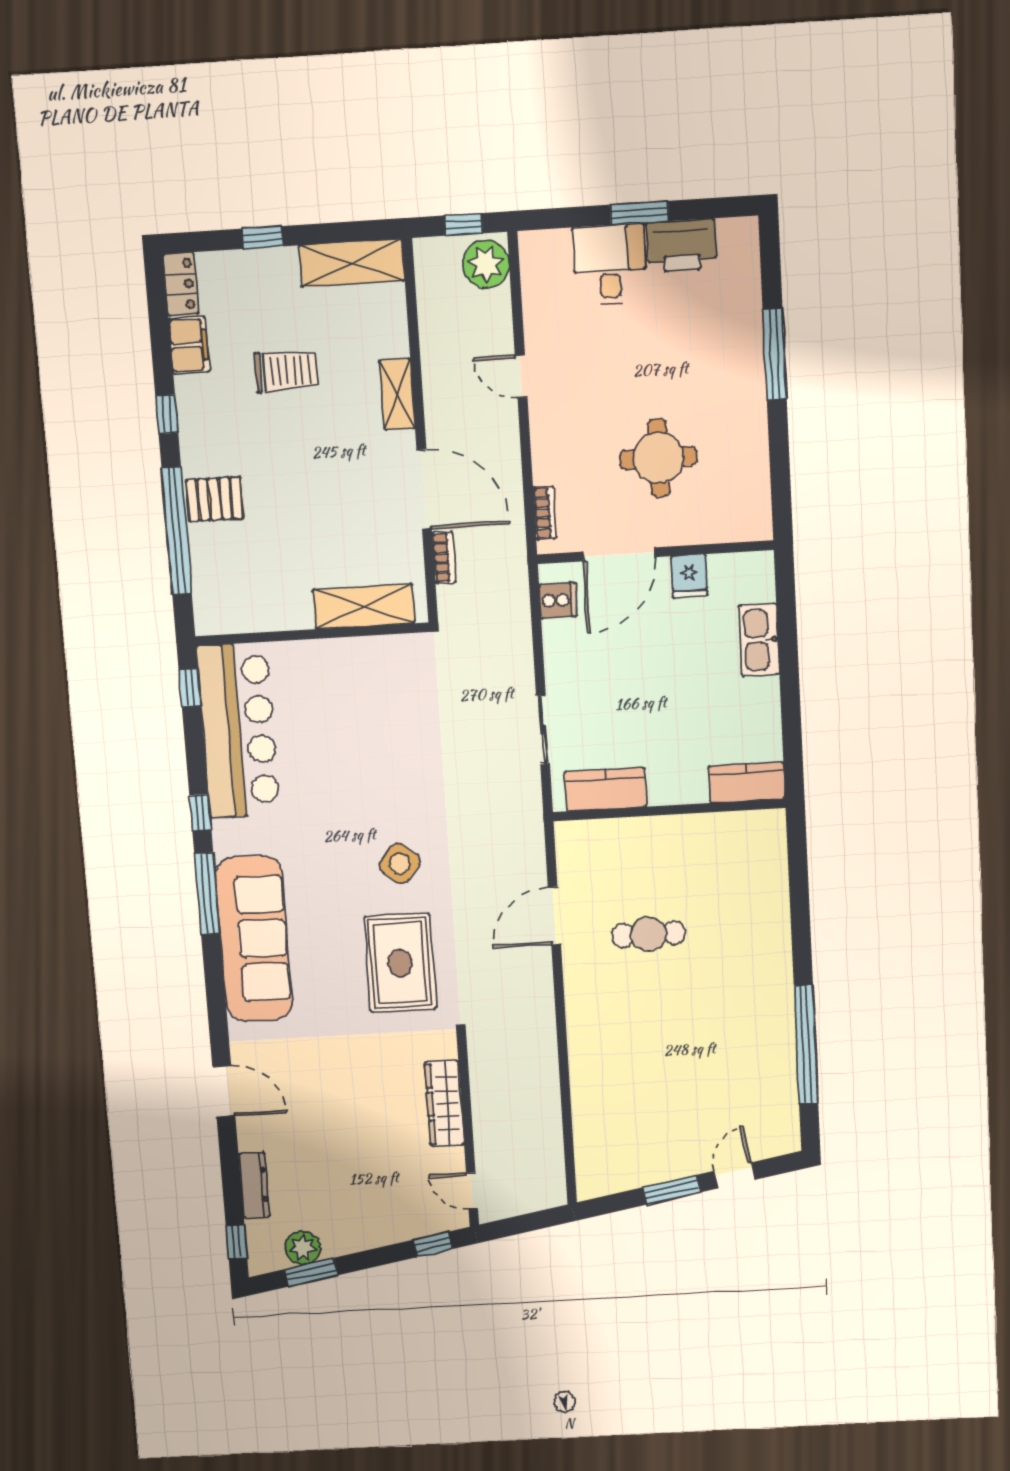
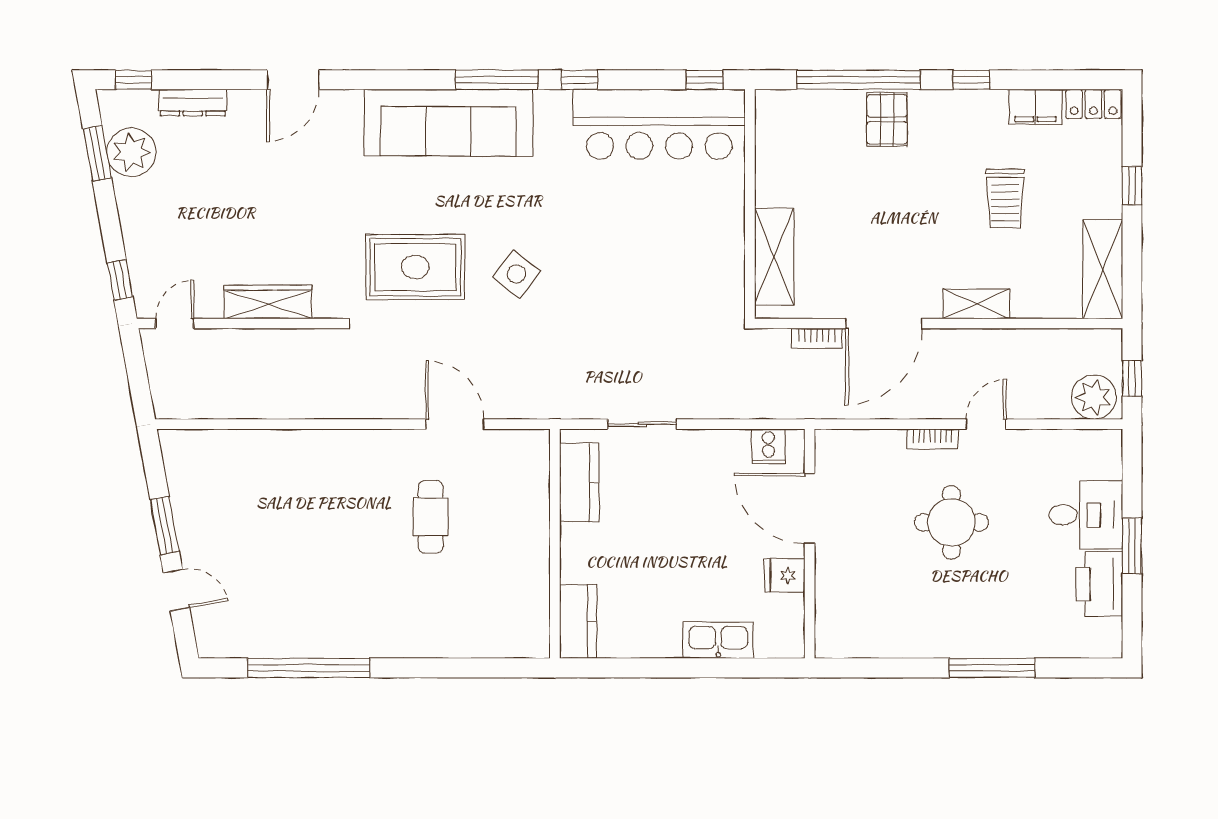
round table: (658, 458) -> (951, 522), moved
bookcase: (545, 513) -> (933, 439), moved
plant: (303, 1248) -> (131, 152), width x1.36, depth x1.36

